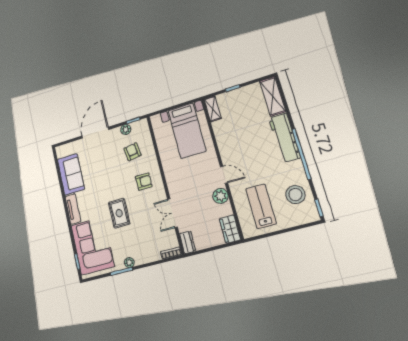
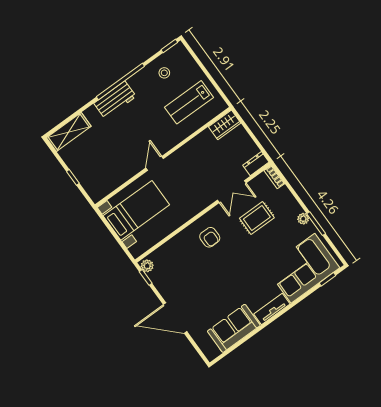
shelving: (213, 109) -> (103, 191), removed
plant: (126, 130) -> (147, 266), moved
workbench: (284, 138) -> (115, 100), width x0.73
armchair: (132, 152) -> (182, 264), removed
door: (224, 175) -> (155, 163), moved
armchair: (144, 182) -> (210, 237), turned 180
stool: (295, 195) -> (164, 73), width x0.53, depth x0.53
plant: (220, 196) -> (194, 147), removed
rug: (119, 213) -> (257, 218), moved

